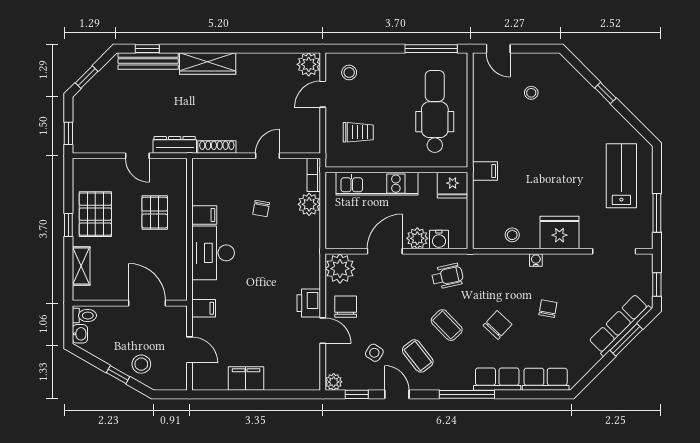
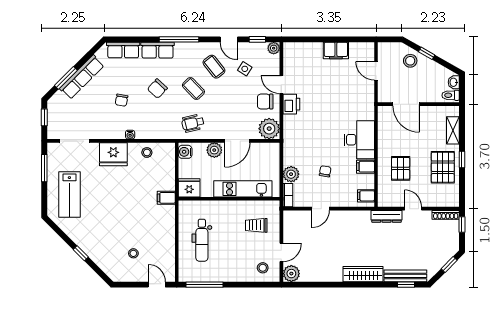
dental chair: (435, 111) -> (202, 240), width x0.73, depth x0.72
shoe rack: (217, 147) -> (446, 215), moved
water cooler: (439, 240) -> (185, 152), moved, turned -90
chair: (346, 307) -> (265, 102), turned 90
filing cabinet: (204, 308) -> (366, 196), moved
row of seats: (620, 325) -> (82, 77), moved

